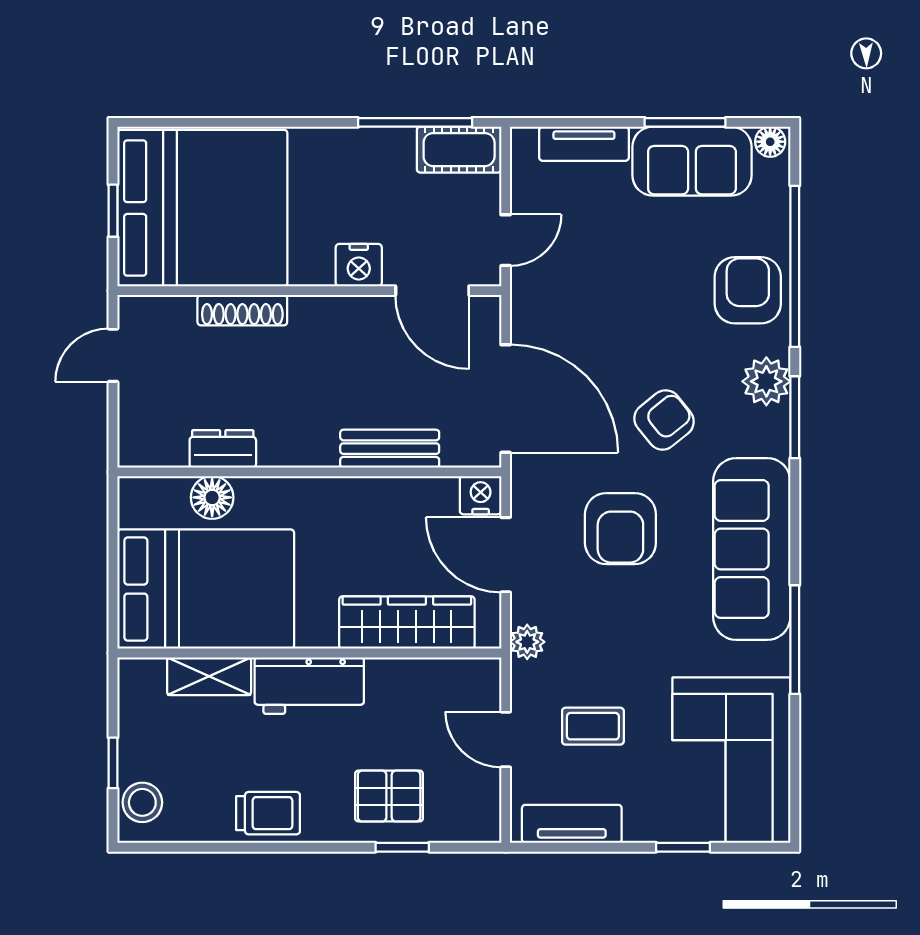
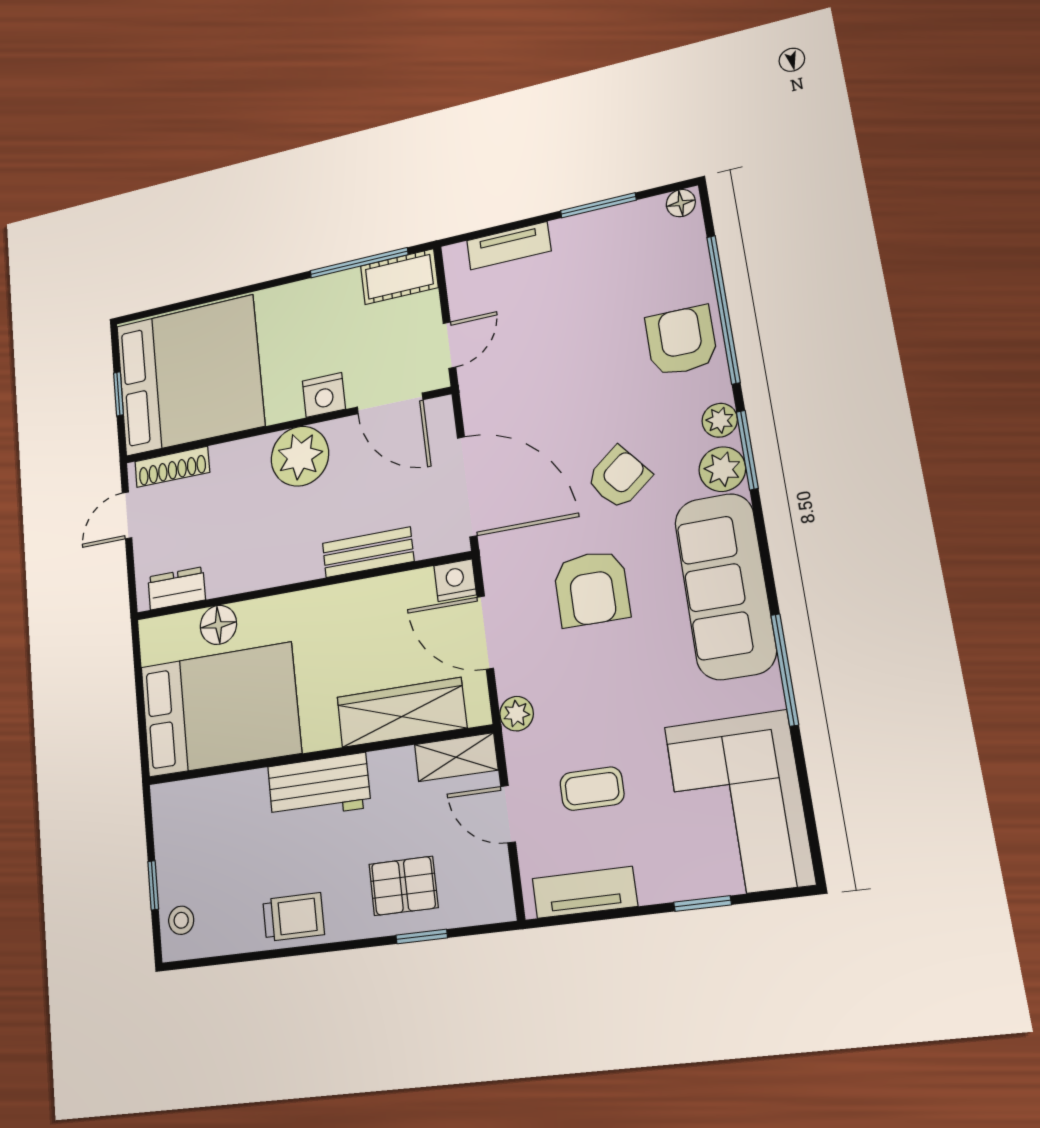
sofa: (692, 161) -> (610, 237), removed
shoe rack: (242, 310) -> (172, 467), moved
plant: (324, 328) -> (300, 456), added
plant: (766, 381) -> (720, 420), width x0.73, depth x0.73
plant: (767, 432) -> (722, 469), added
dresser: (223, 449) -> (177, 588), moved
shelving: (209, 676) -> (456, 757), moved
stool: (142, 802) -> (181, 920), width x0.73, depth x0.73

